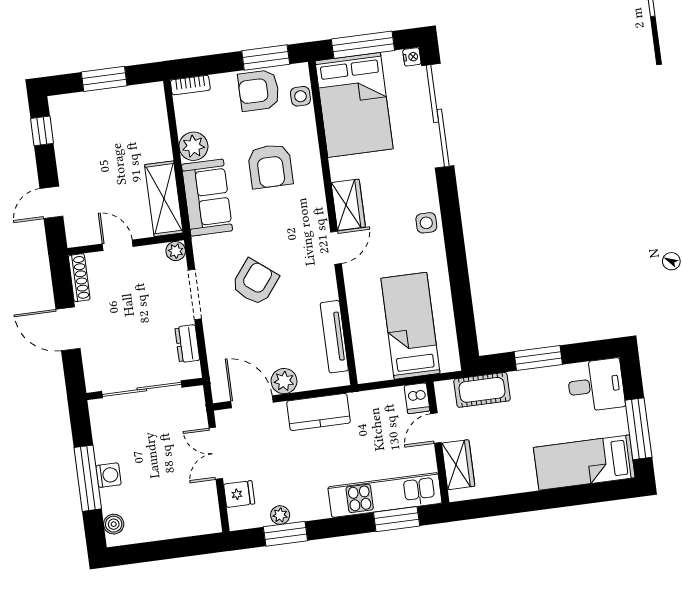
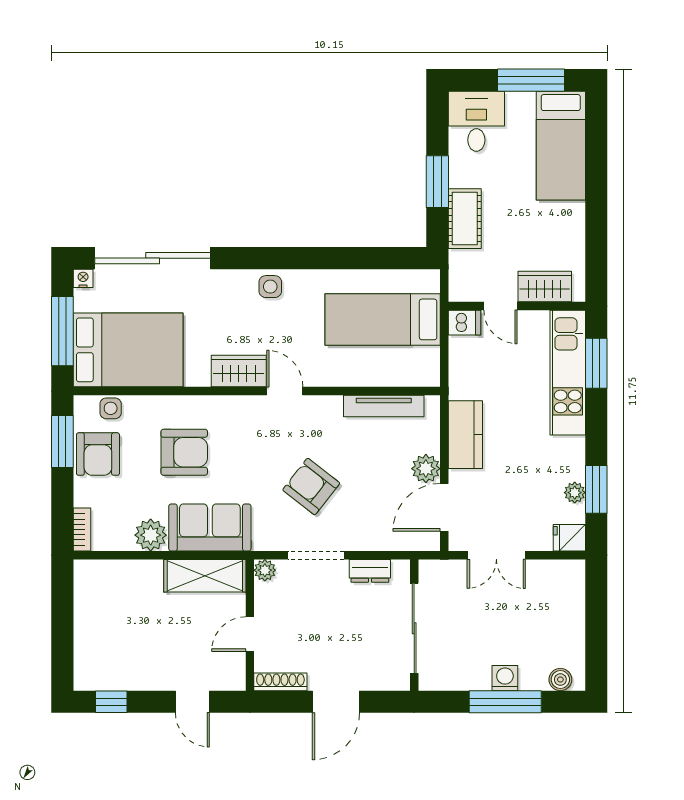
window: (104, 79) -> (62, 625), removed
cot: (482, 390) -> (465, 219), moved
fridge: (239, 494) -> (569, 538), moved, turned -90

